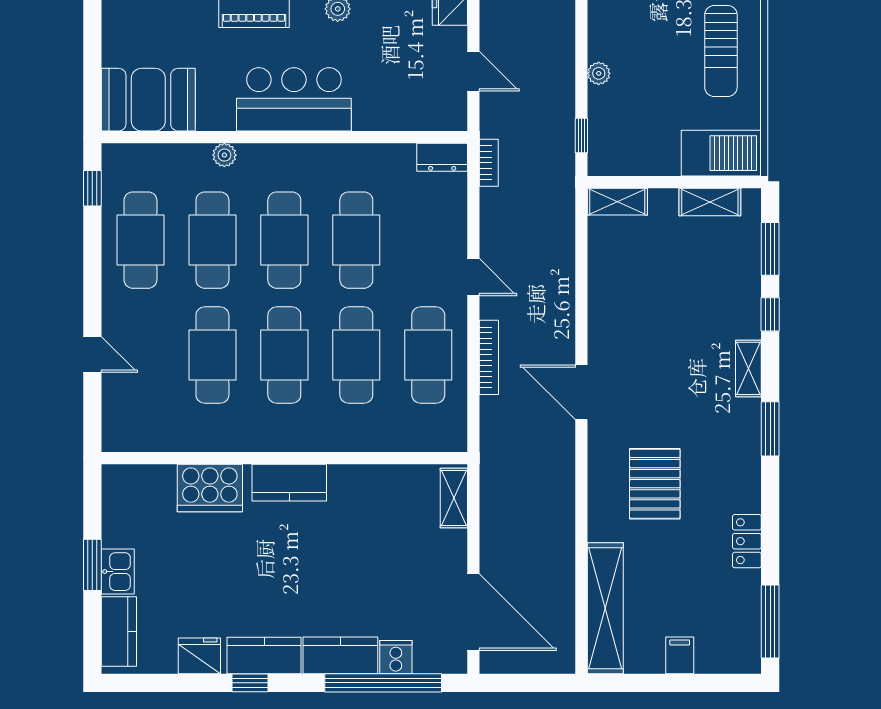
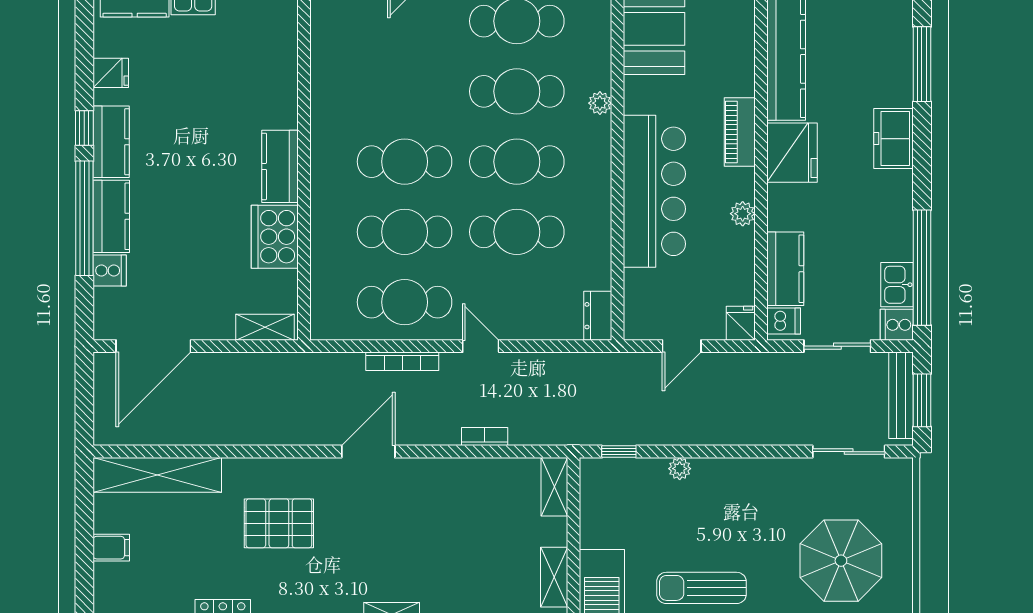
bar counter: (294, 99) -> (654, 191), width x1.36
bookcase: (489, 163) -> (485, 437), moved, turned 180
door: (473, 277) -> (481, 346), swing flipped
cafe table: (212, 355) -> (405, 91), removed
cooker: (210, 488) -> (275, 237), moved
fridge: (199, 656) -> (111, 73), width x0.72
window: (383, 683) -> (84, 218), moved

